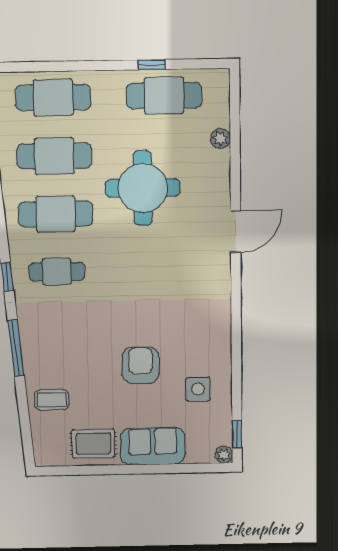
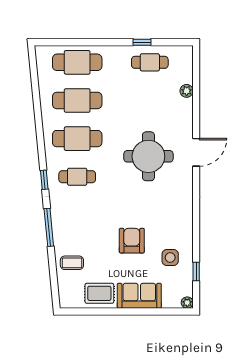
cafe table: (164, 96) -> (150, 62), width x0.73, depth x0.74
round table: (143, 188) -> (148, 156), moved
window: (237, 434) -> (196, 272), moved

